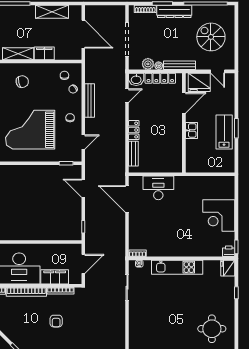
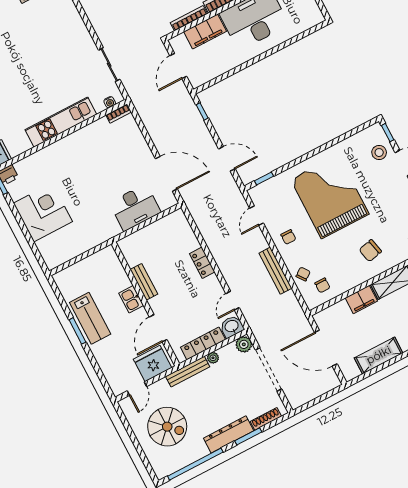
plant: (148, 64) -> (244, 344), moved
door: (218, 71) -> (137, 389), swing flipped
grand piano: (30, 130) -> (330, 197), turned -90
bench: (133, 154) -> (144, 282), moved

